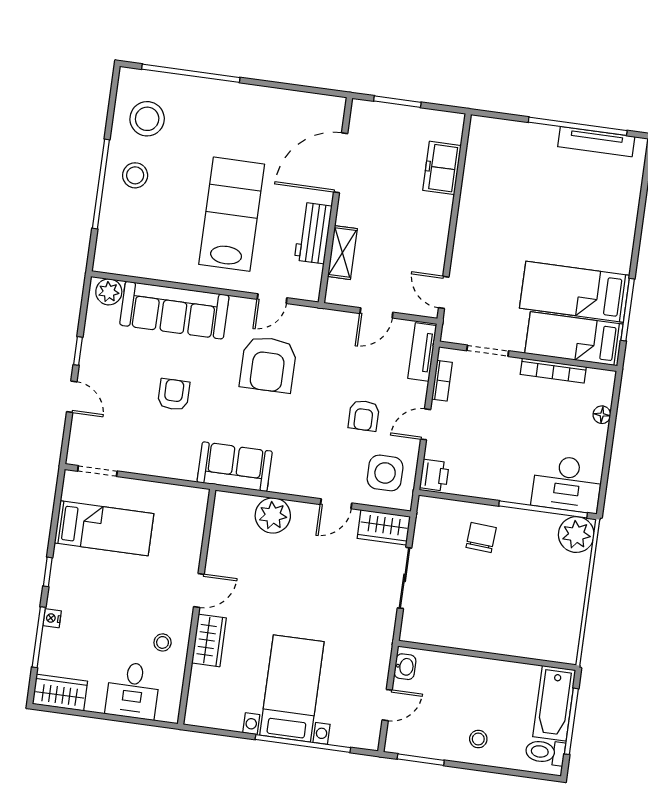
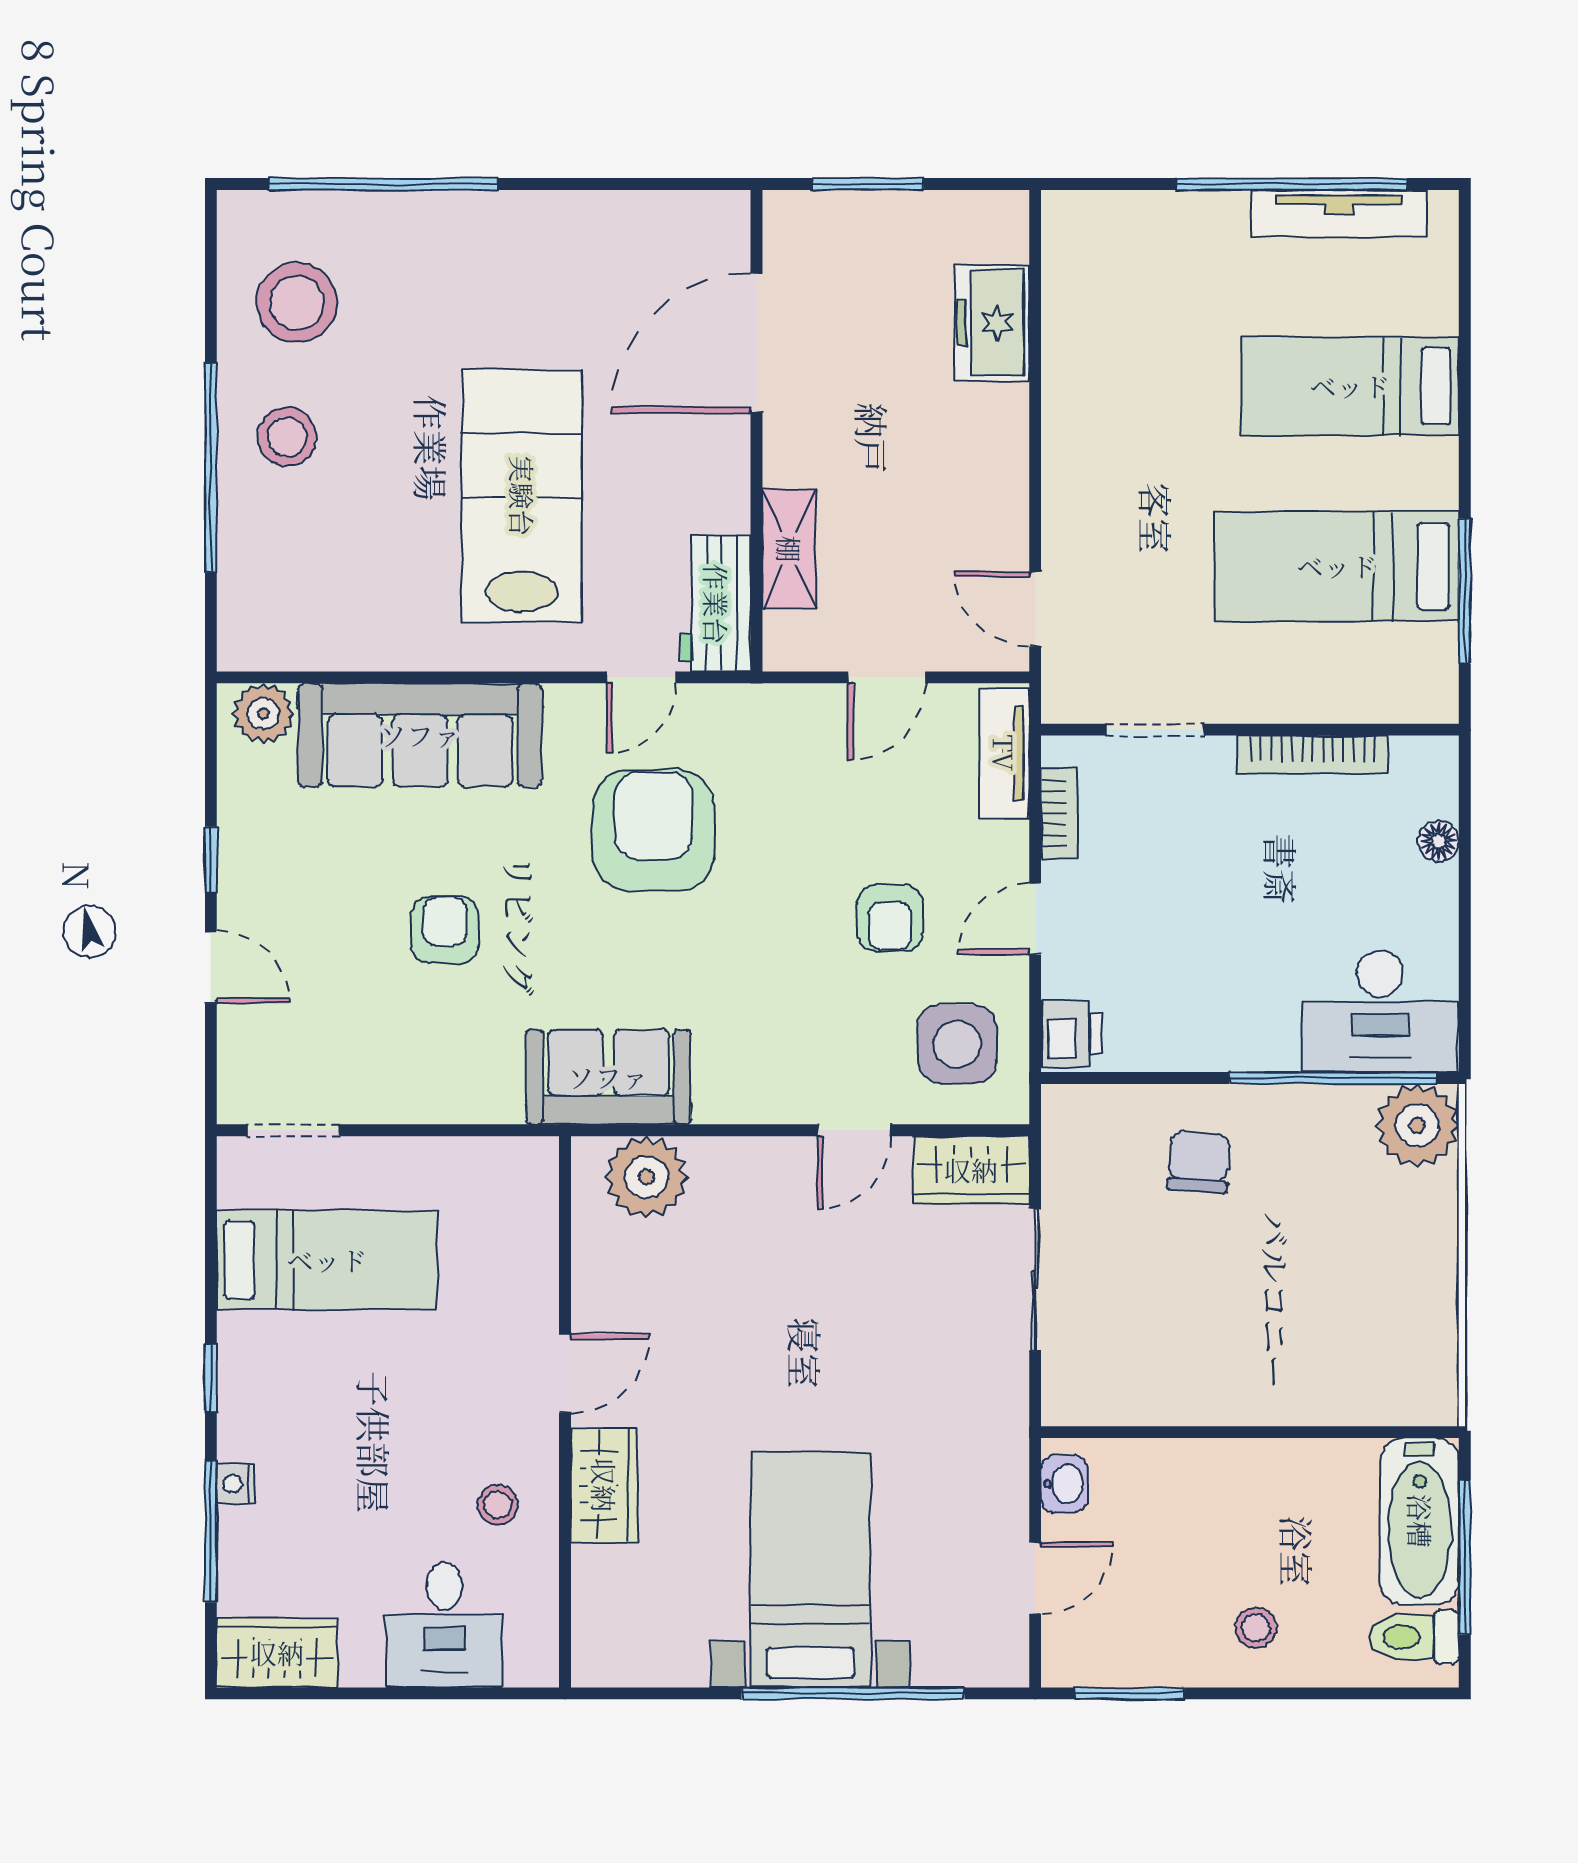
workbench: (313, 233) -> (716, 604), moved
bed: (574, 339) -> (1350, 386), moved
armchair: (268, 364) -> (653, 830), turned 180
plant: (273, 515) -> (646, 1177), moved

